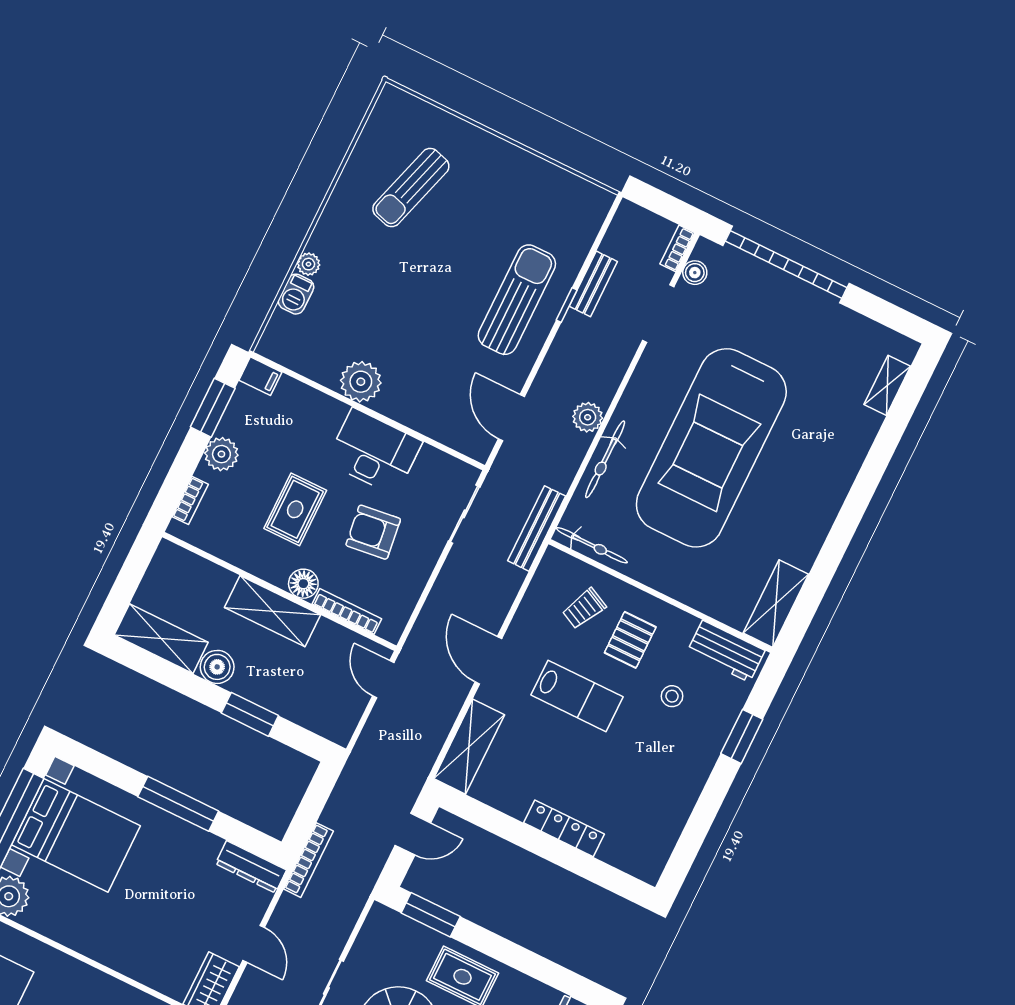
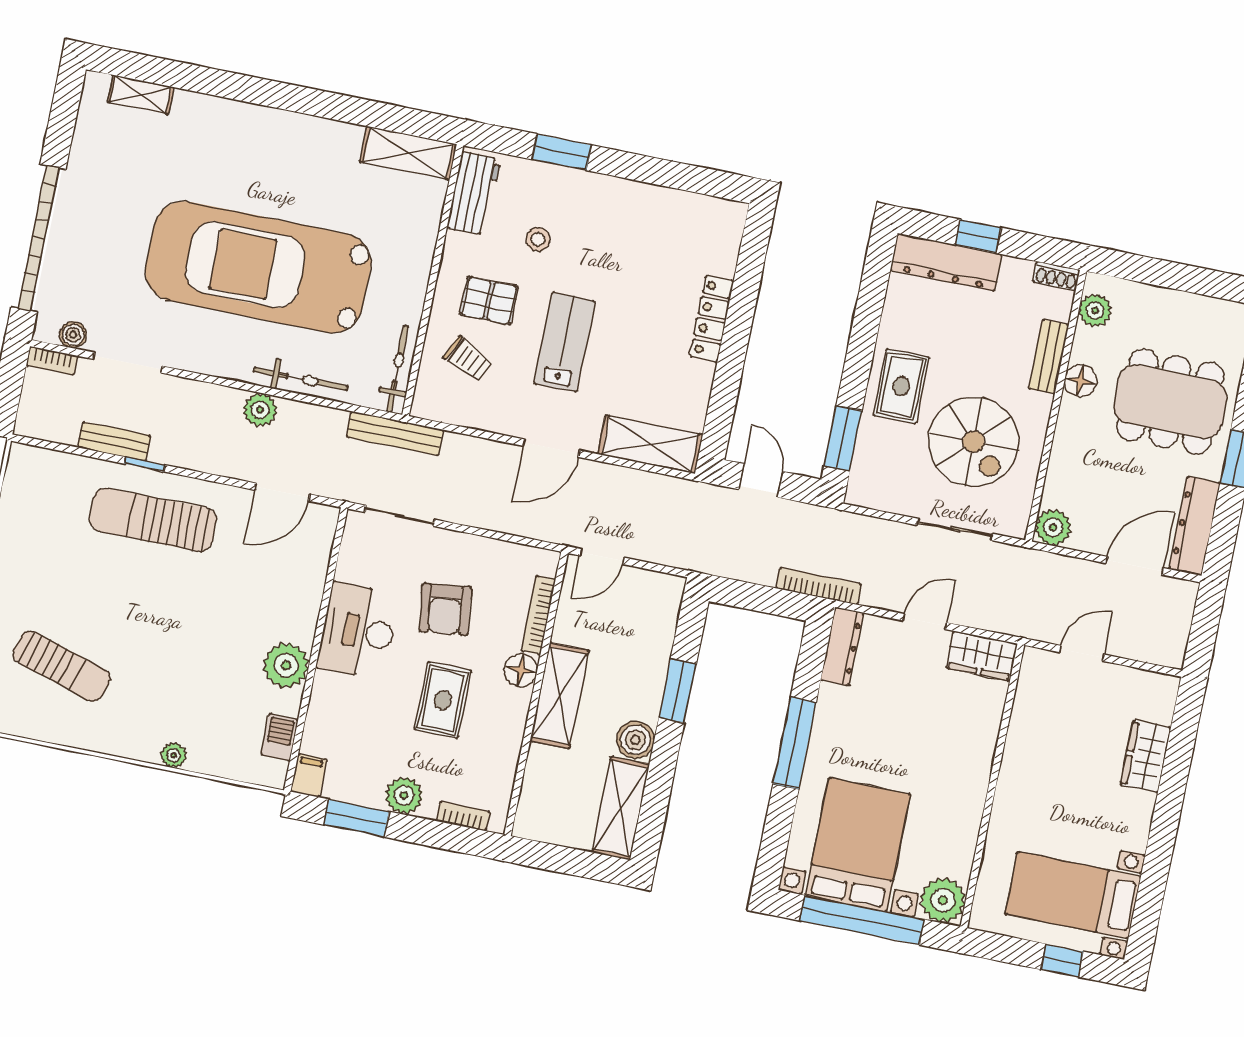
barbecue: (296, 294) -> (280, 737), moved, turned -90
car: (711, 448) -> (258, 267), turned 180
rug: (295, 509) -> (443, 700), turned 90

